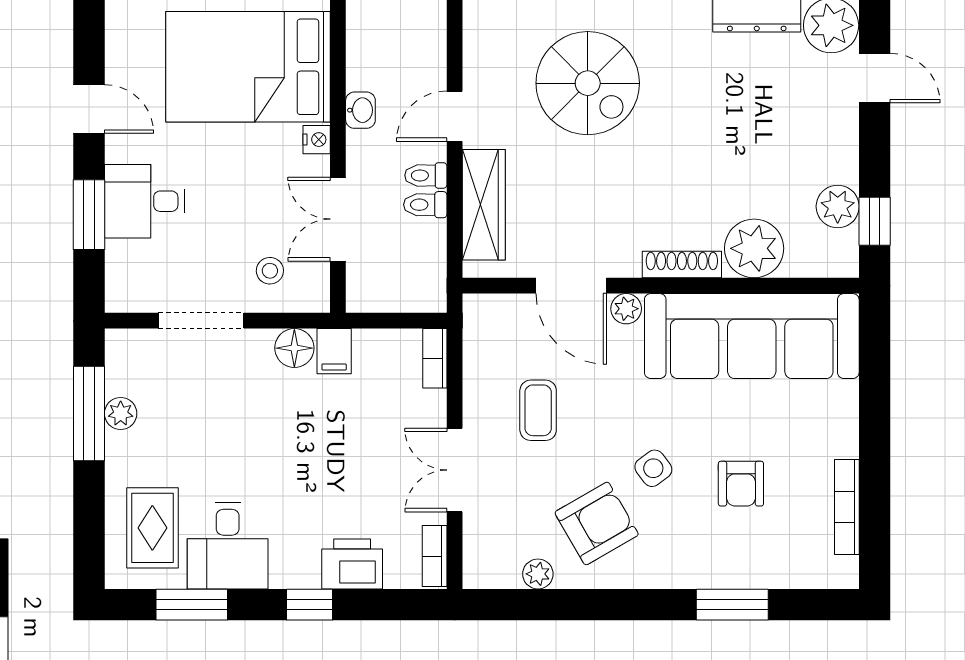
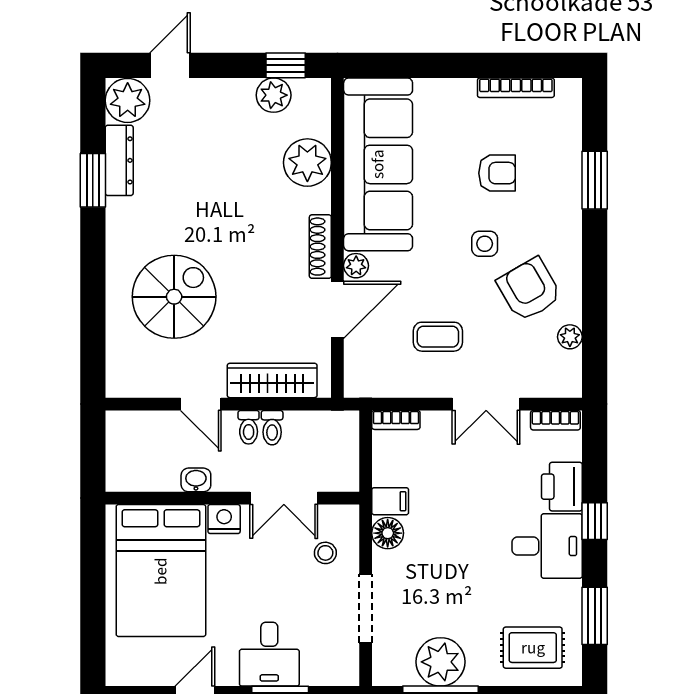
nightstand: (317, 140) -> (224, 519), width x1.39, depth x1.35
shoe rack: (682, 264) -> (320, 247), moved
plant: (121, 413) -> (440, 662), width x1.88, depth x1.88
side table: (653, 468) -> (485, 244), turned 37
desk: (228, 546) -> (547, 546), moved

